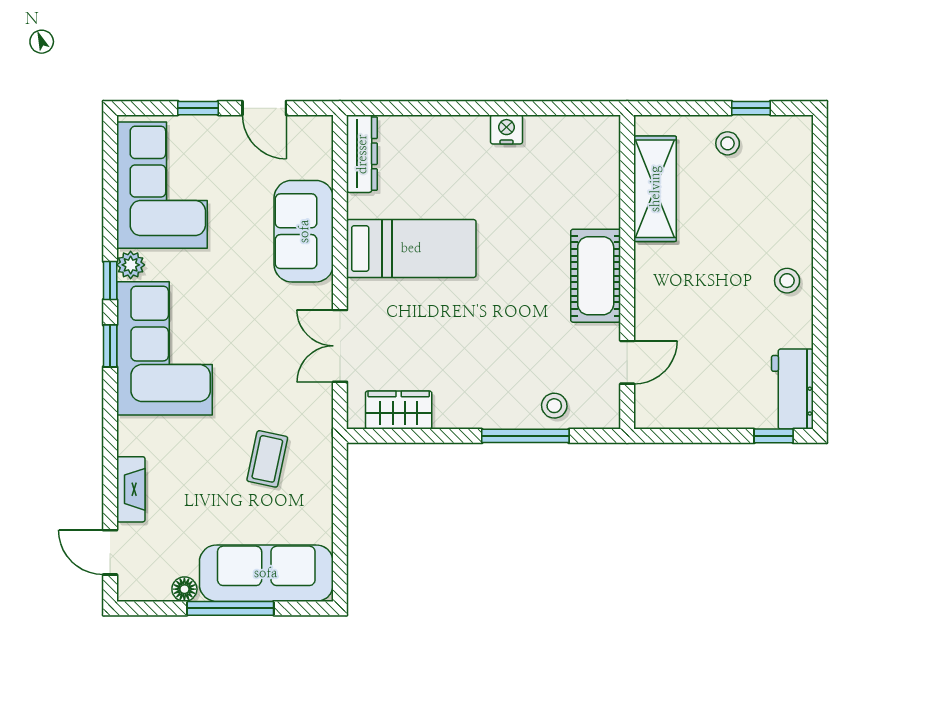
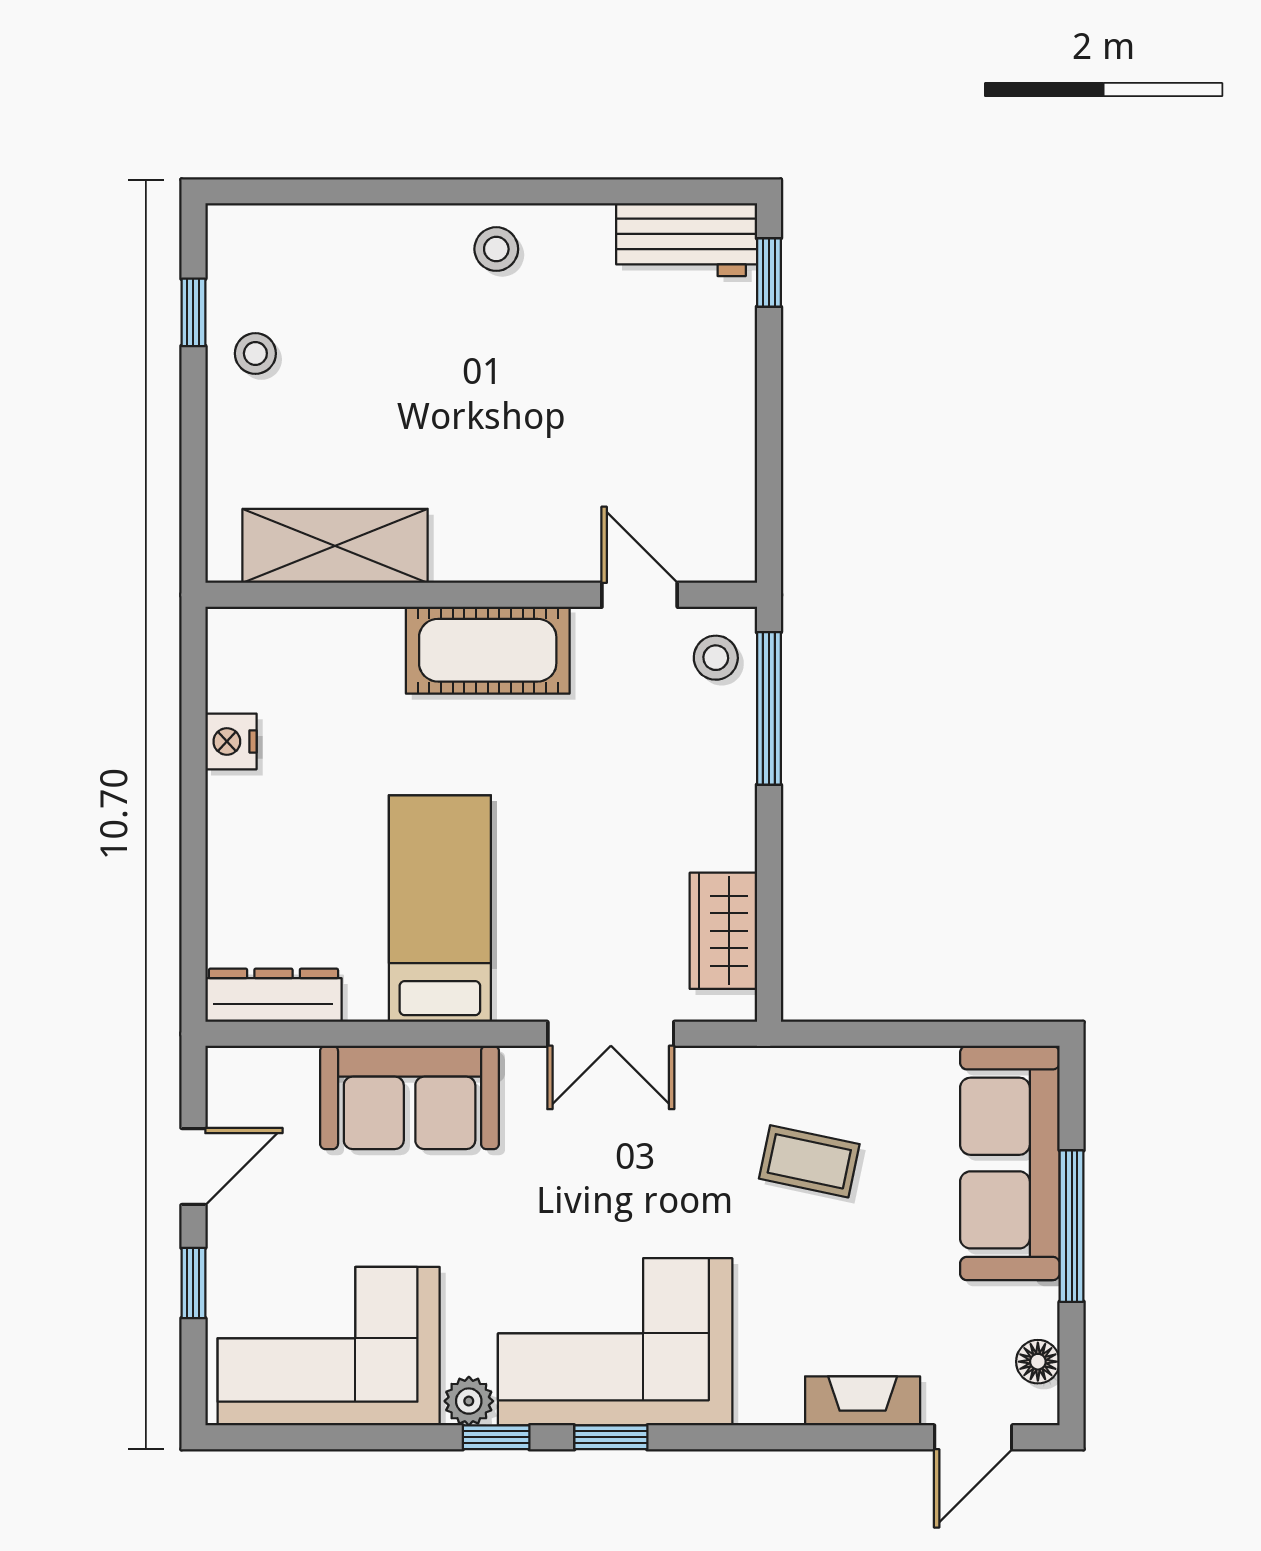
shelving: (655, 189) -> (335, 546), moved
wall: (627, 272) -> (481, 595), moved
cot: (596, 276) -> (488, 650), moved
door: (627, 362) -> (640, 595), moved
floor lamp: (184, 589) -> (1038, 1362), moved

